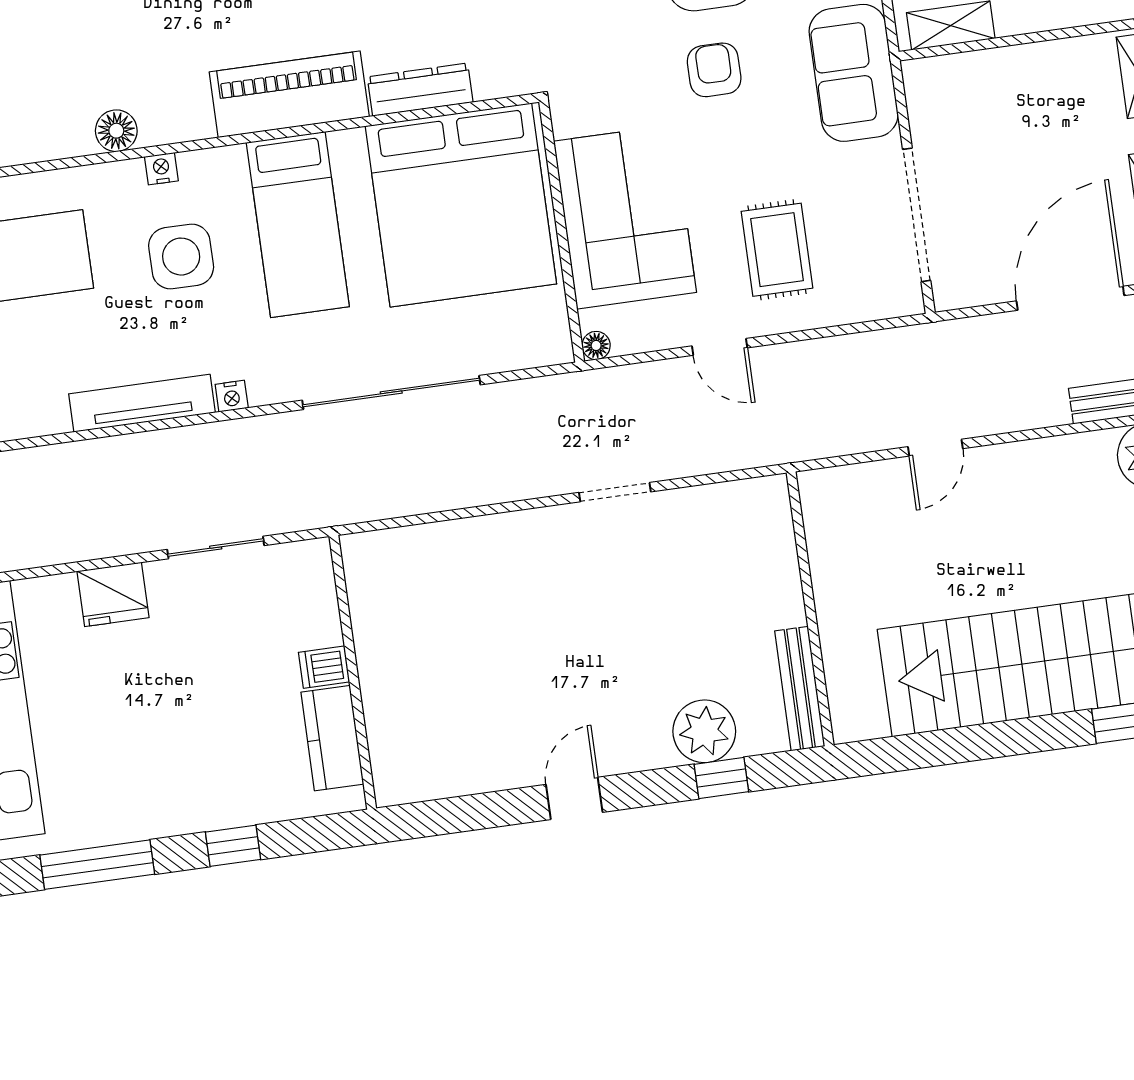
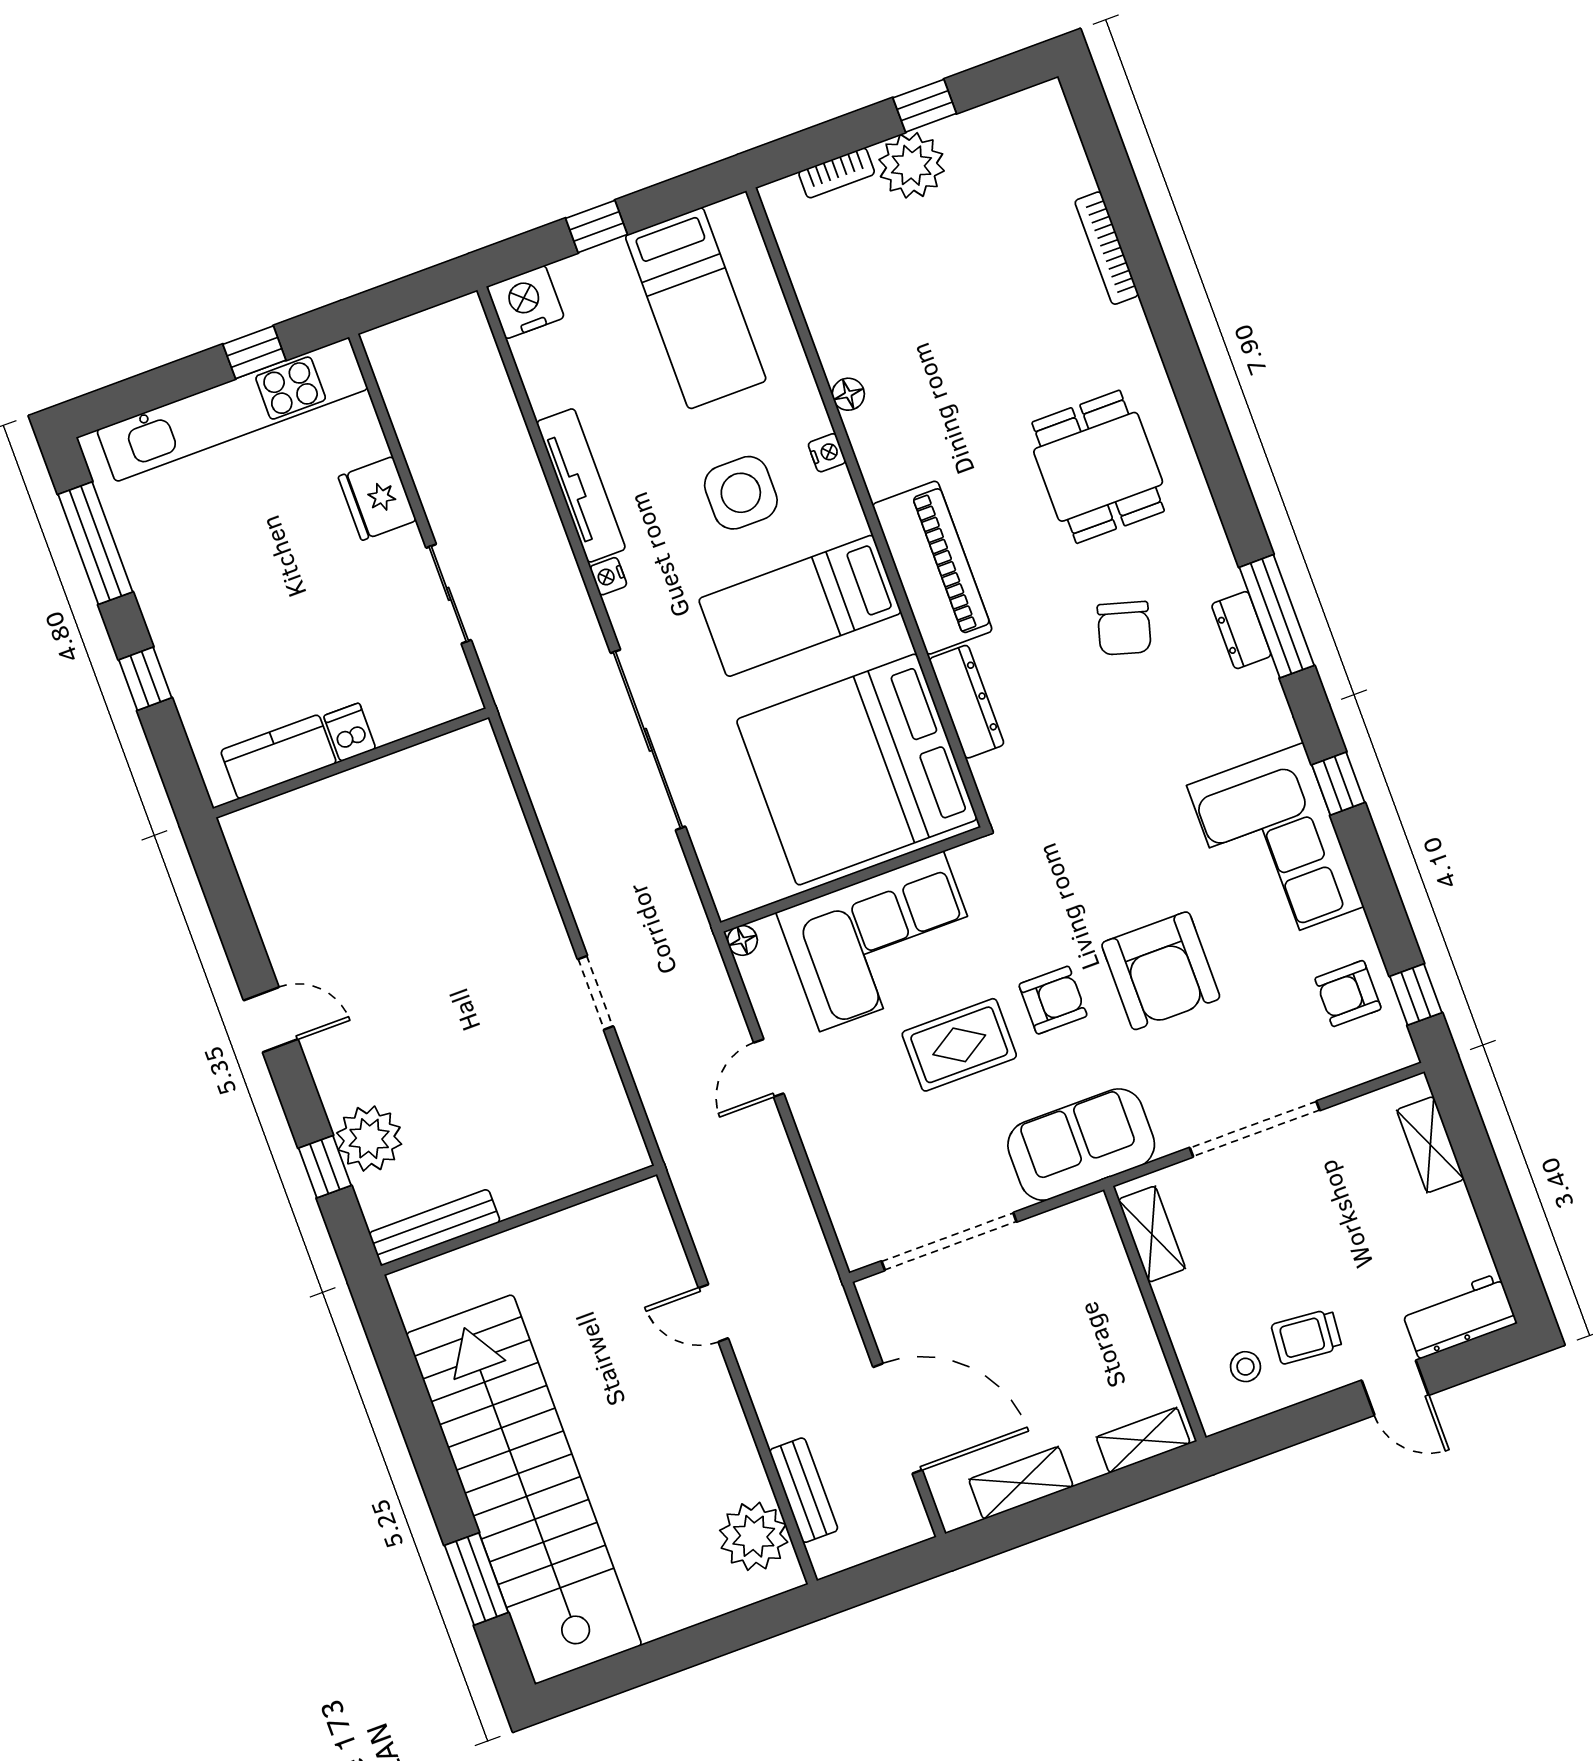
floor lamp: (116, 131) -> (848, 394), width x0.73, depth x0.73
rug: (777, 250) -> (959, 1045), moved

